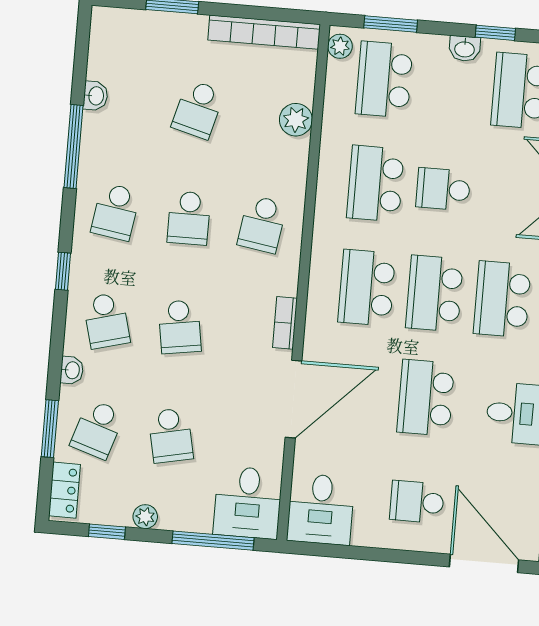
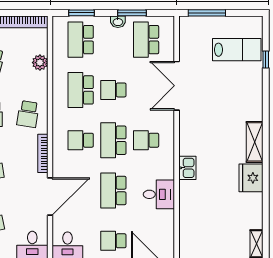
window: (495, 33) -> (132, 13), width x1.50
plant: (340, 46) -> (58, 26), removed
school desk: (367, 288) -> (81, 140), width x0.54
school desk: (502, 299) -> (146, 140), width x0.54
bookcase: (285, 323) -> (43, 153), width x1.56

